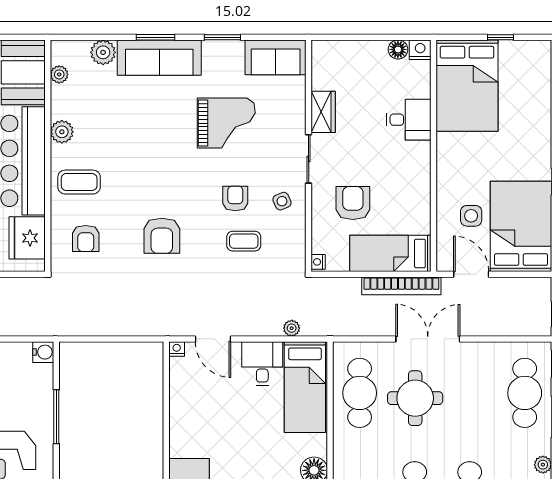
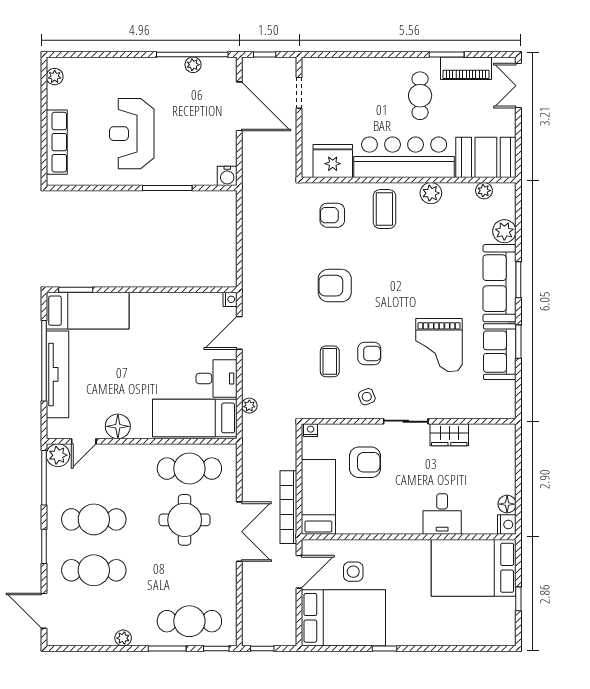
sofa: (276, 57) -> (500, 352), moved

